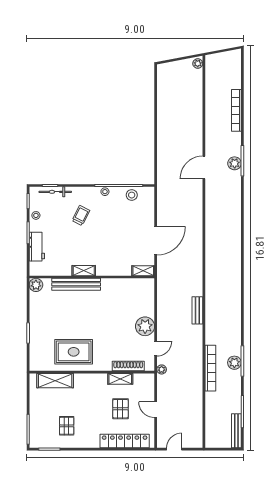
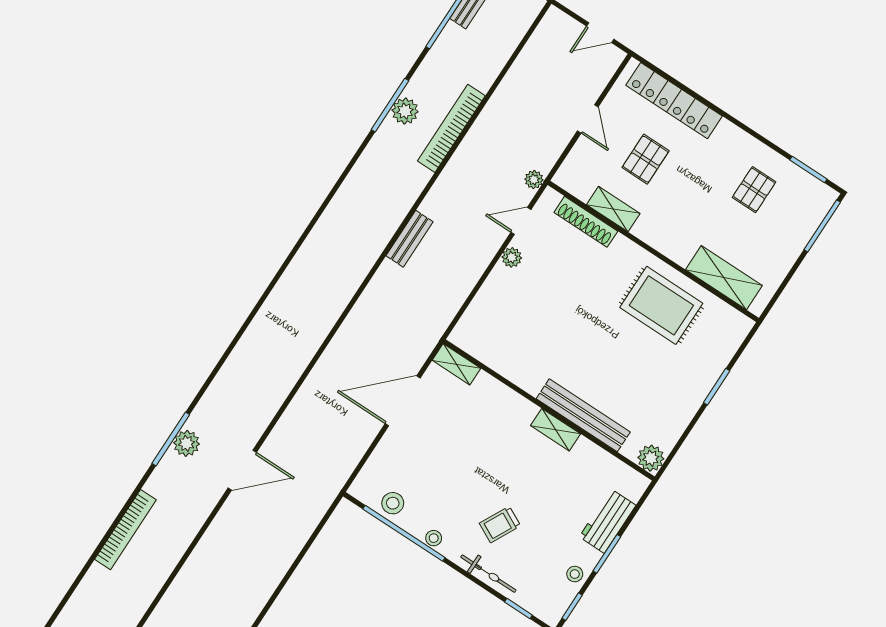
bicycle: (55, 192) -> (488, 574), moved
plant: (145, 326) -> (512, 257), width x0.53, depth x0.53

